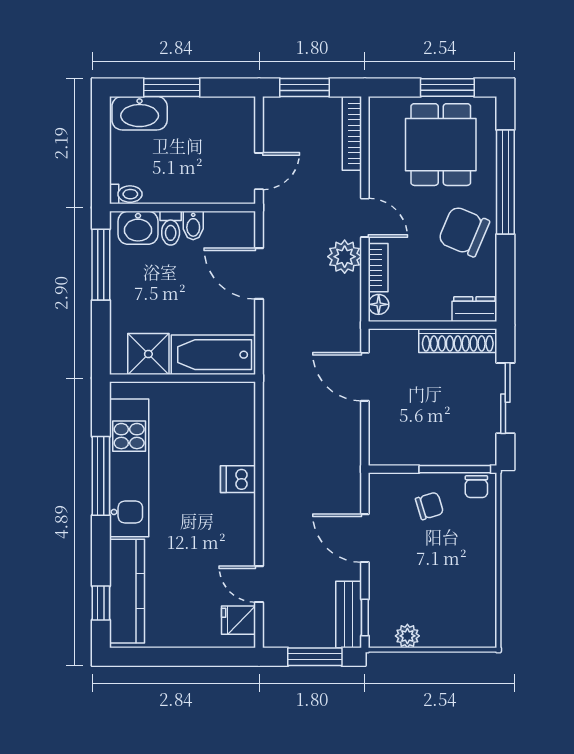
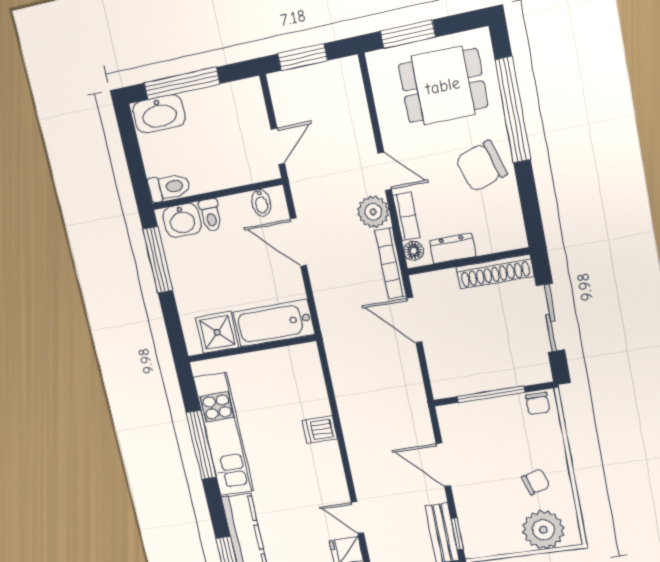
window: (172, 88) -> (182, 83), width x1.44
window: (447, 88) -> (408, 34), moved
bookcase: (352, 133) -> (391, 263), moved
dining table: (441, 145) -> (443, 86), turned 90
toilet: (126, 194) -> (169, 187), width x1.37, depth x1.39
bidet: (193, 225) -> (261, 203), moved
chair: (464, 231) -> (481, 166), turned -40
dresser: (474, 309) -> (453, 248), moved
window: (455, 469) -> (491, 394), moved
chair: (429, 506) -> (536, 482), moved
plant: (407, 636) -> (543, 530), moved, width x1.88, depth x1.88

